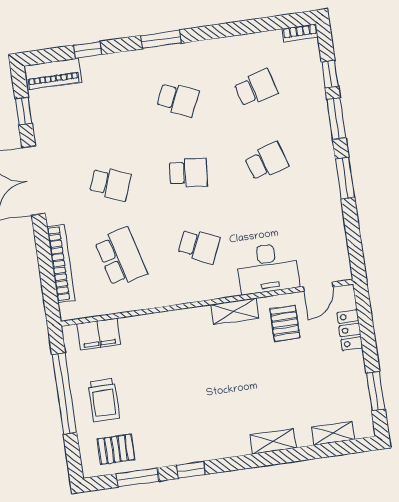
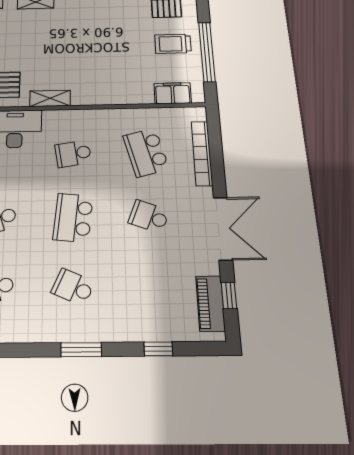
piano: (53, 74) -> (210, 303), moved, turned -90
school desk: (188, 173) -> (73, 218), width x1.85
school desk: (199, 246) -> (73, 154), turned -33
trolley: (104, 400) -> (173, 44), turned -90

